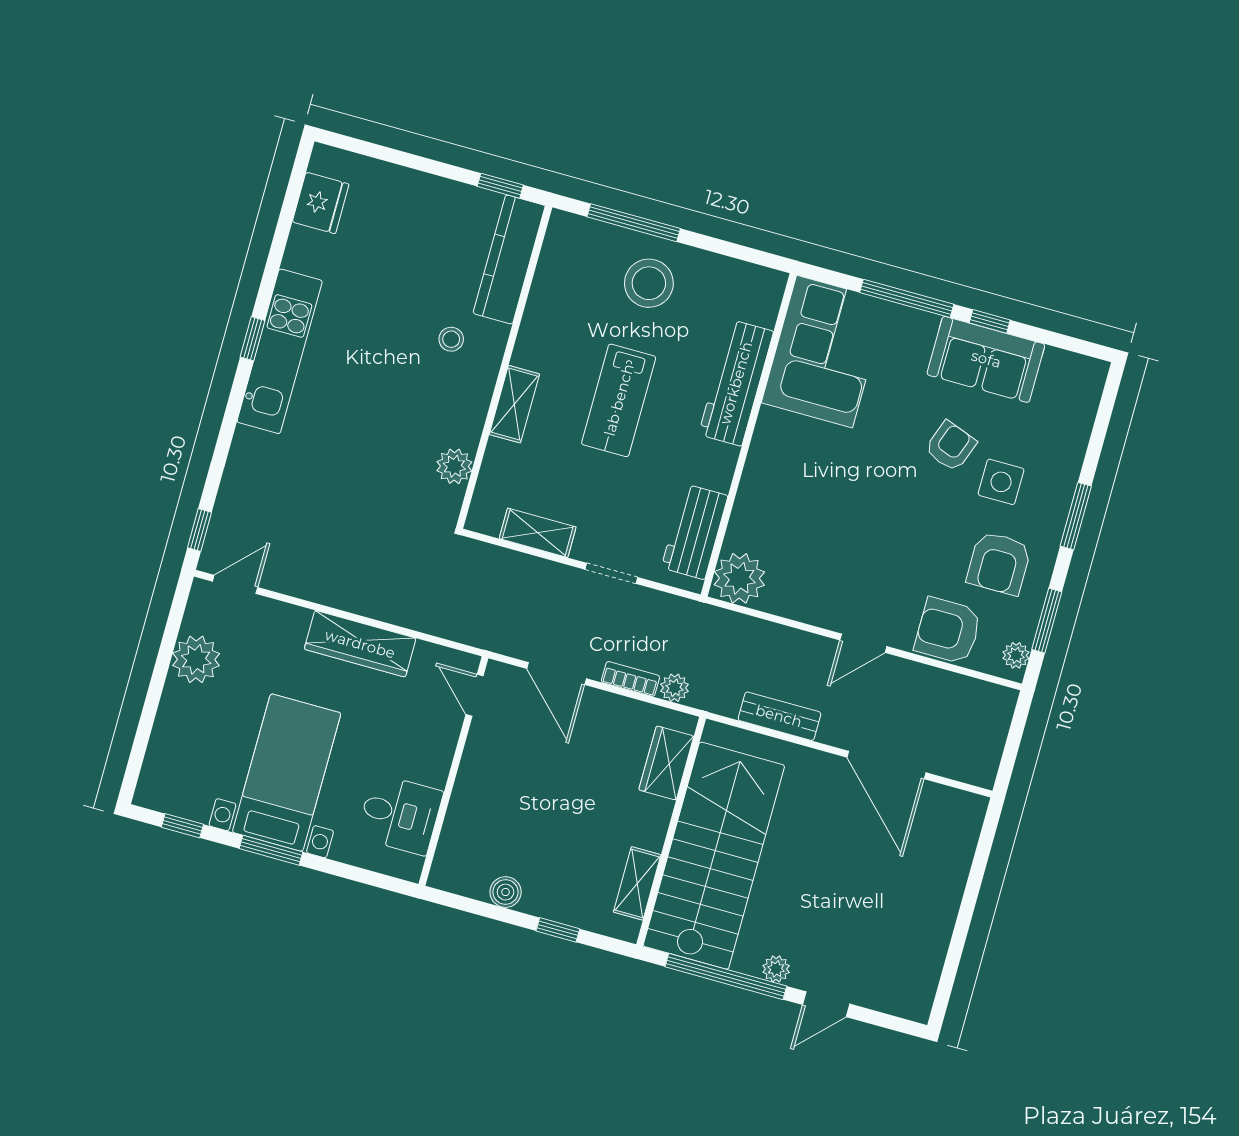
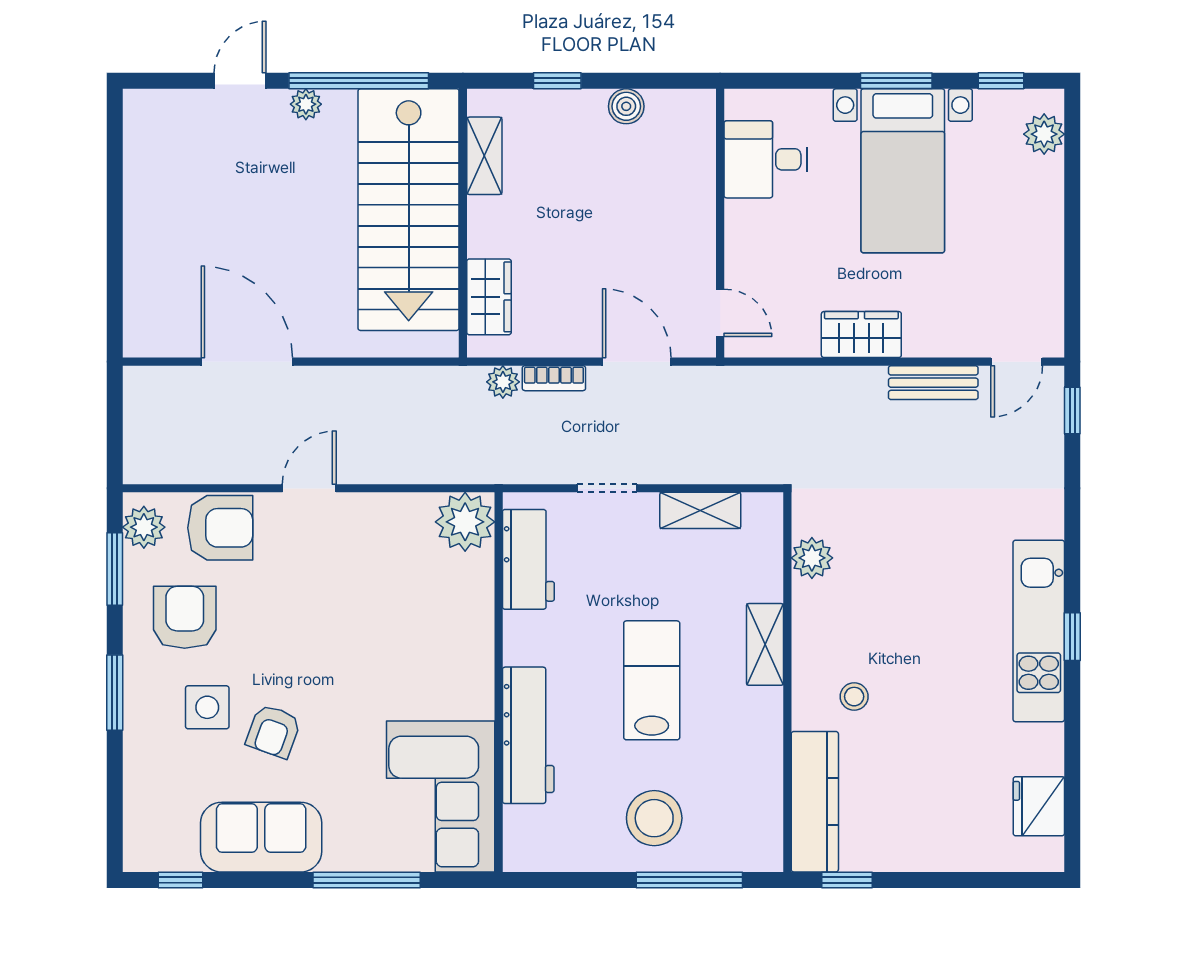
window: (990, 321) -> (180, 880), moved
wardrobe: (360, 644) -> (861, 335), width x0.67
plant: (1016, 655) -> (144, 527), width x1.38, depth x1.38
plant: (196, 659) -> (1044, 134), moved, width x0.73, depth x0.73
bench: (779, 716) -> (933, 383), moved

